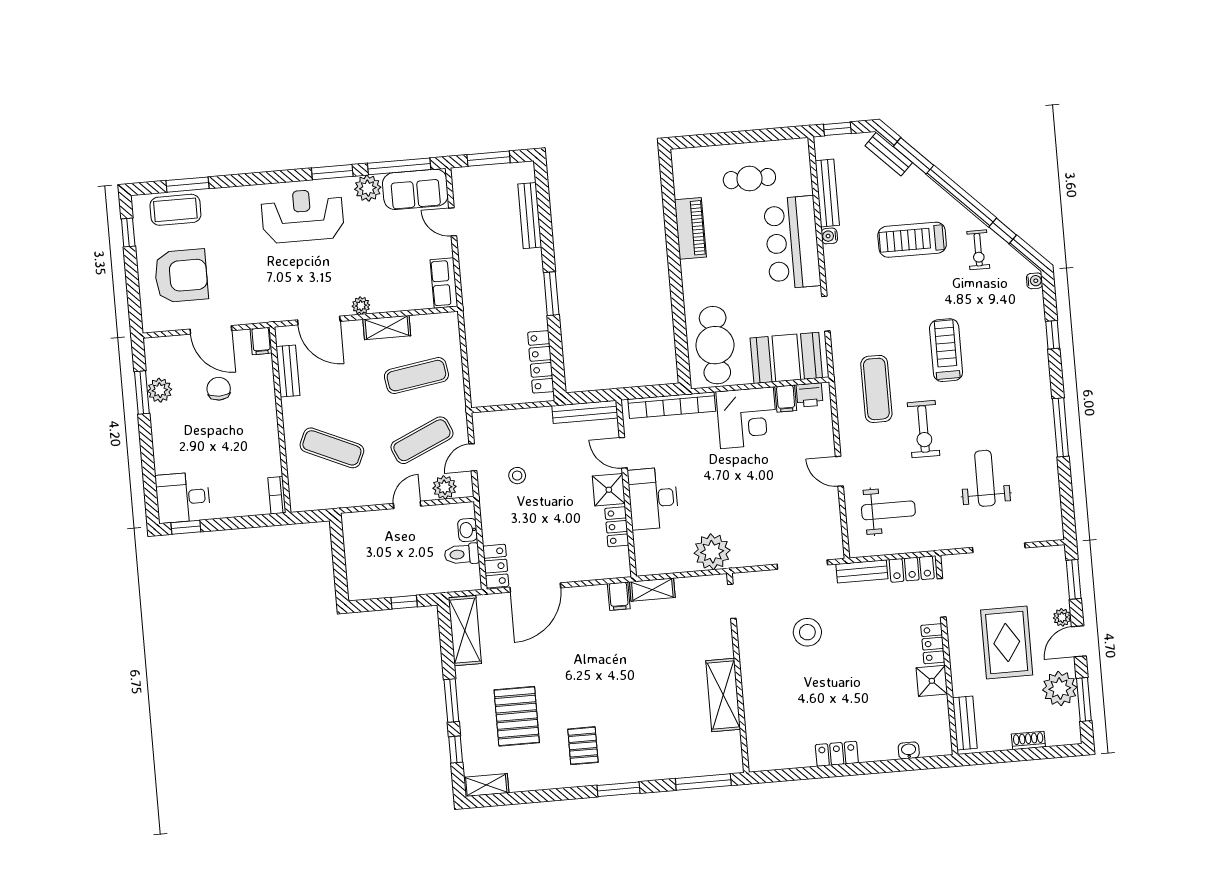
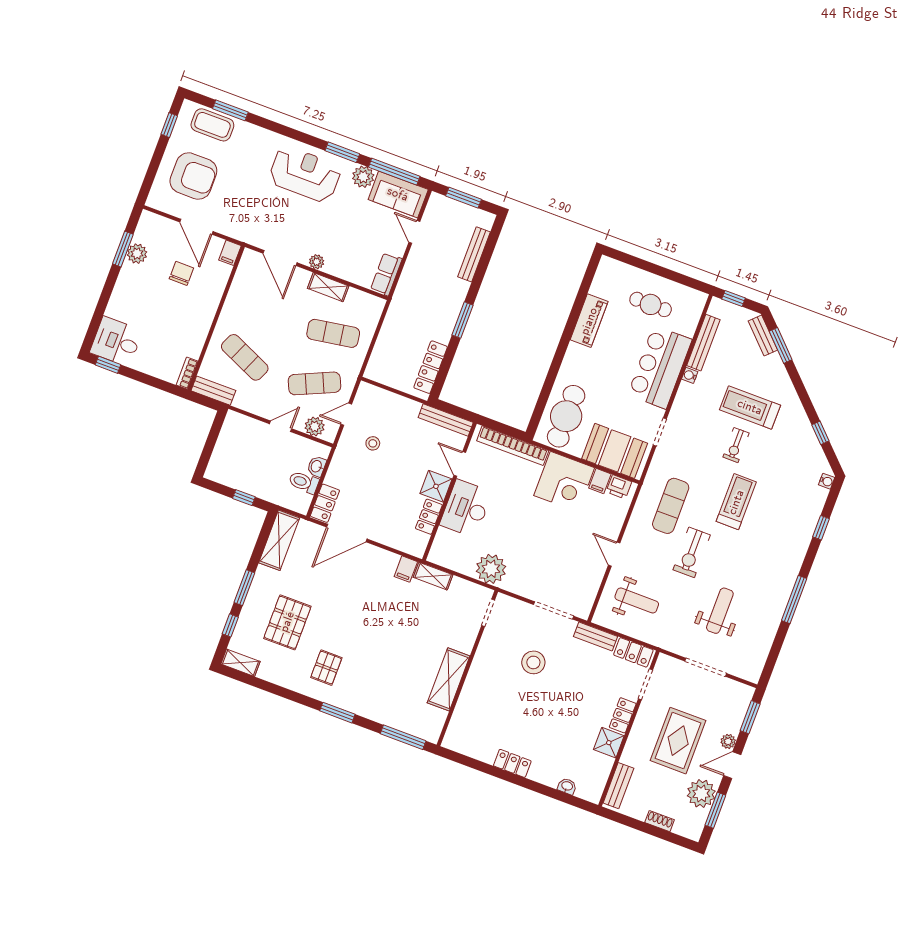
exercise bike: (978, 250) -> (736, 445), moved
bench: (288, 371) -> (213, 391), moved, turned 90

